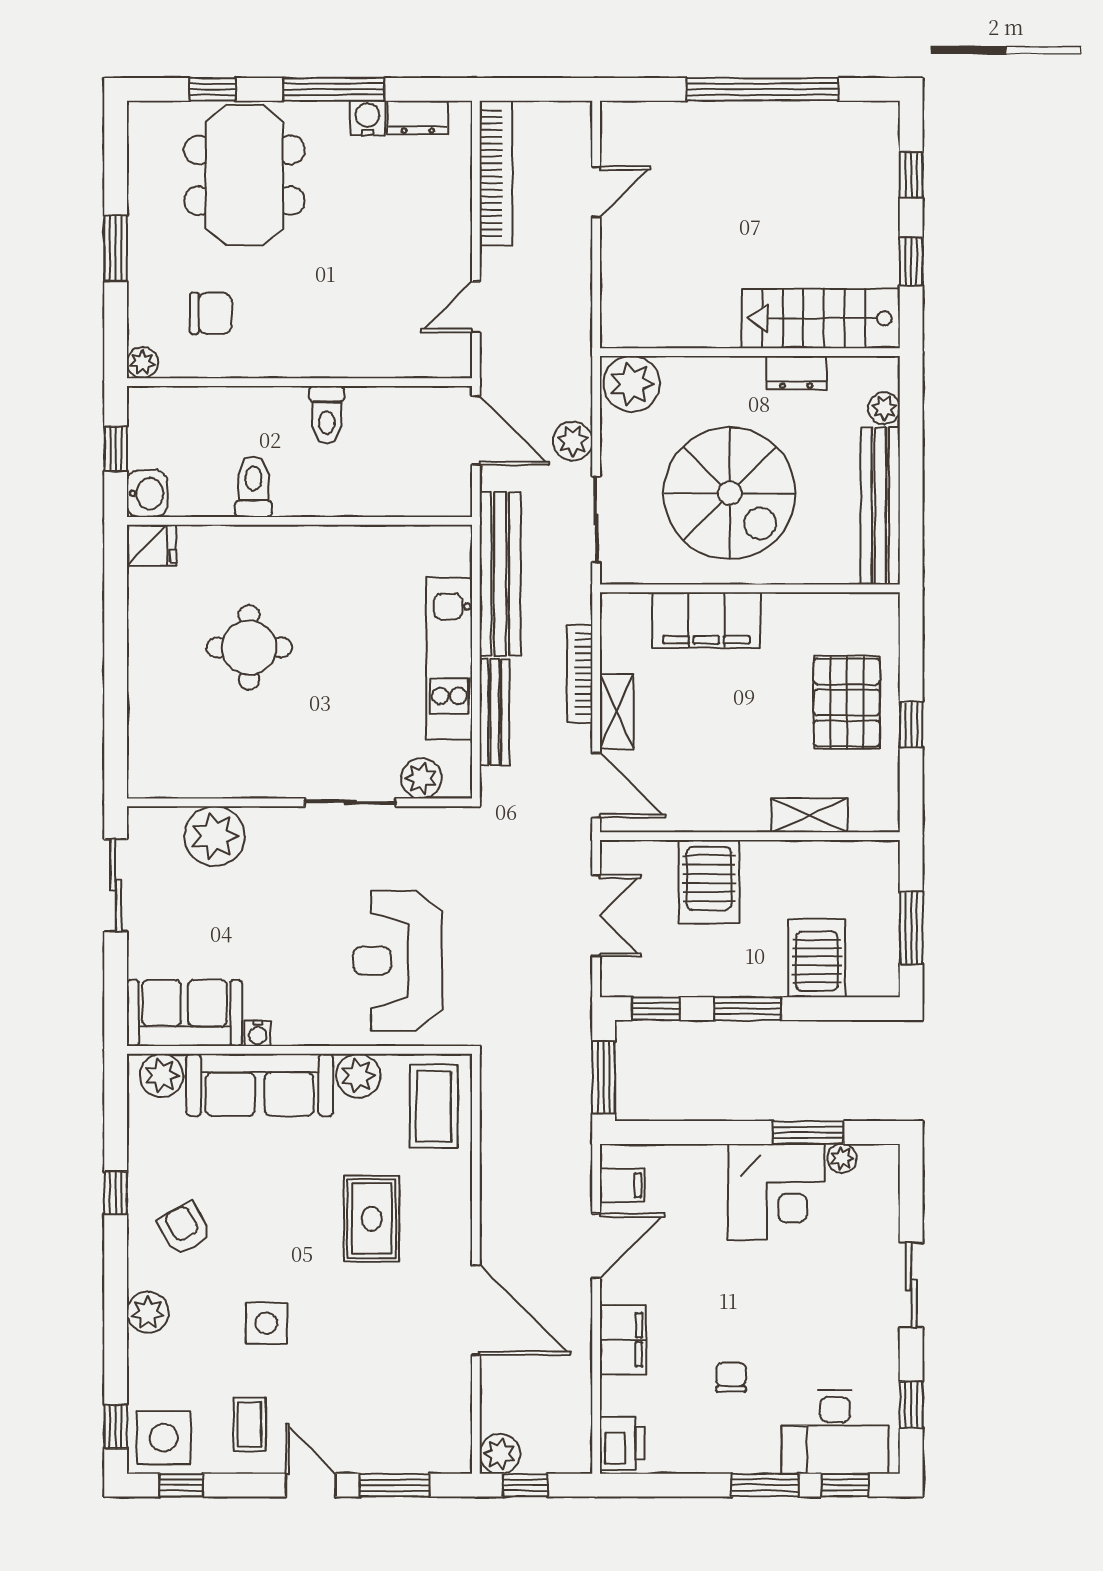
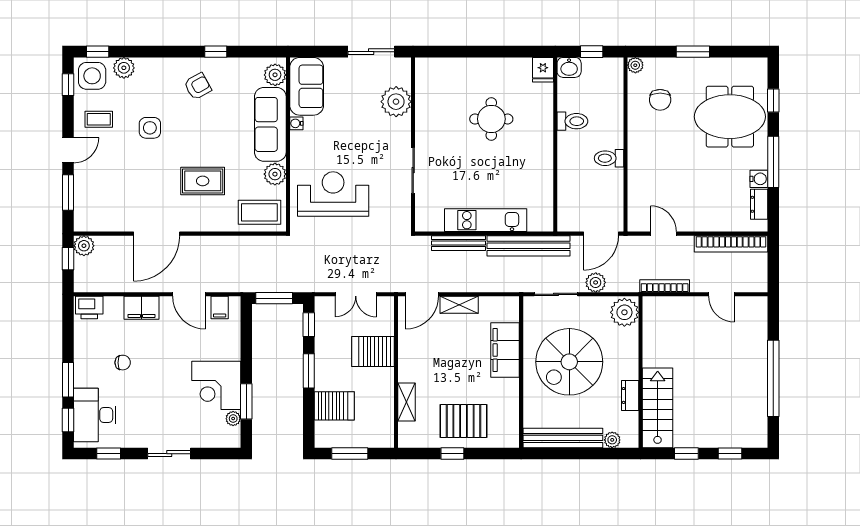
bookcase: (580, 674) -> (665, 286), moved
plant: (421, 778) -> (425, 206), removed
plant: (148, 1312) -> (124, 68), moved

